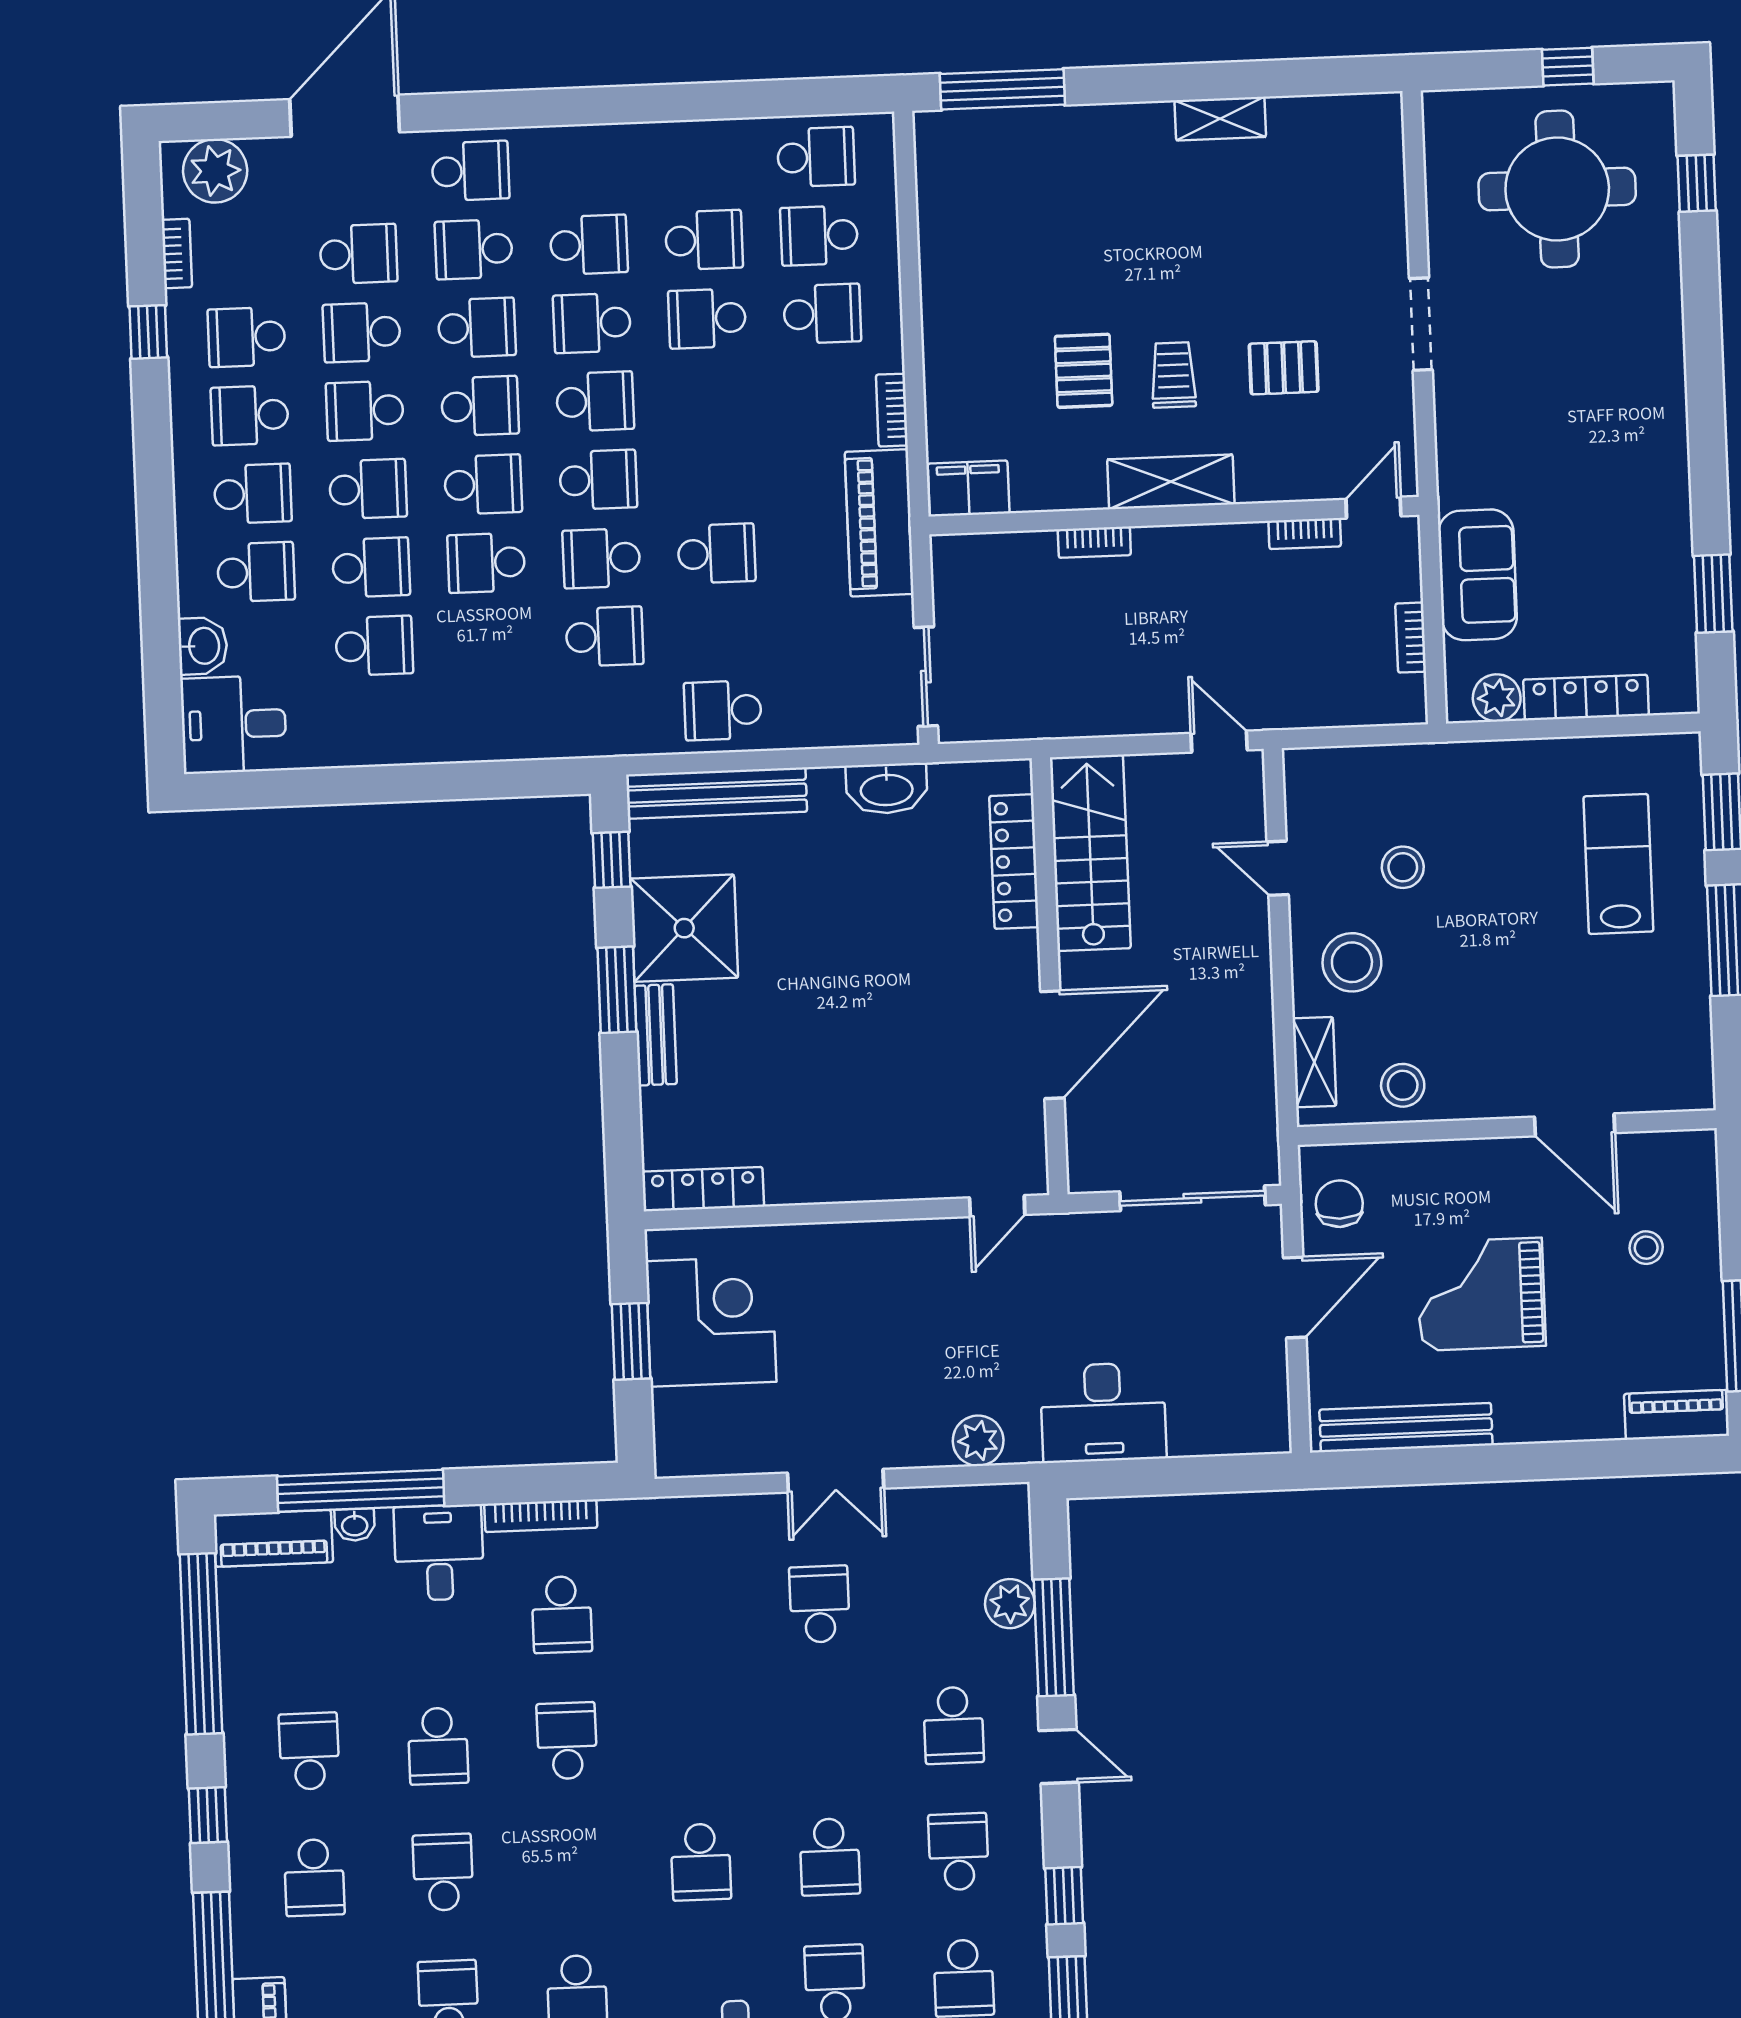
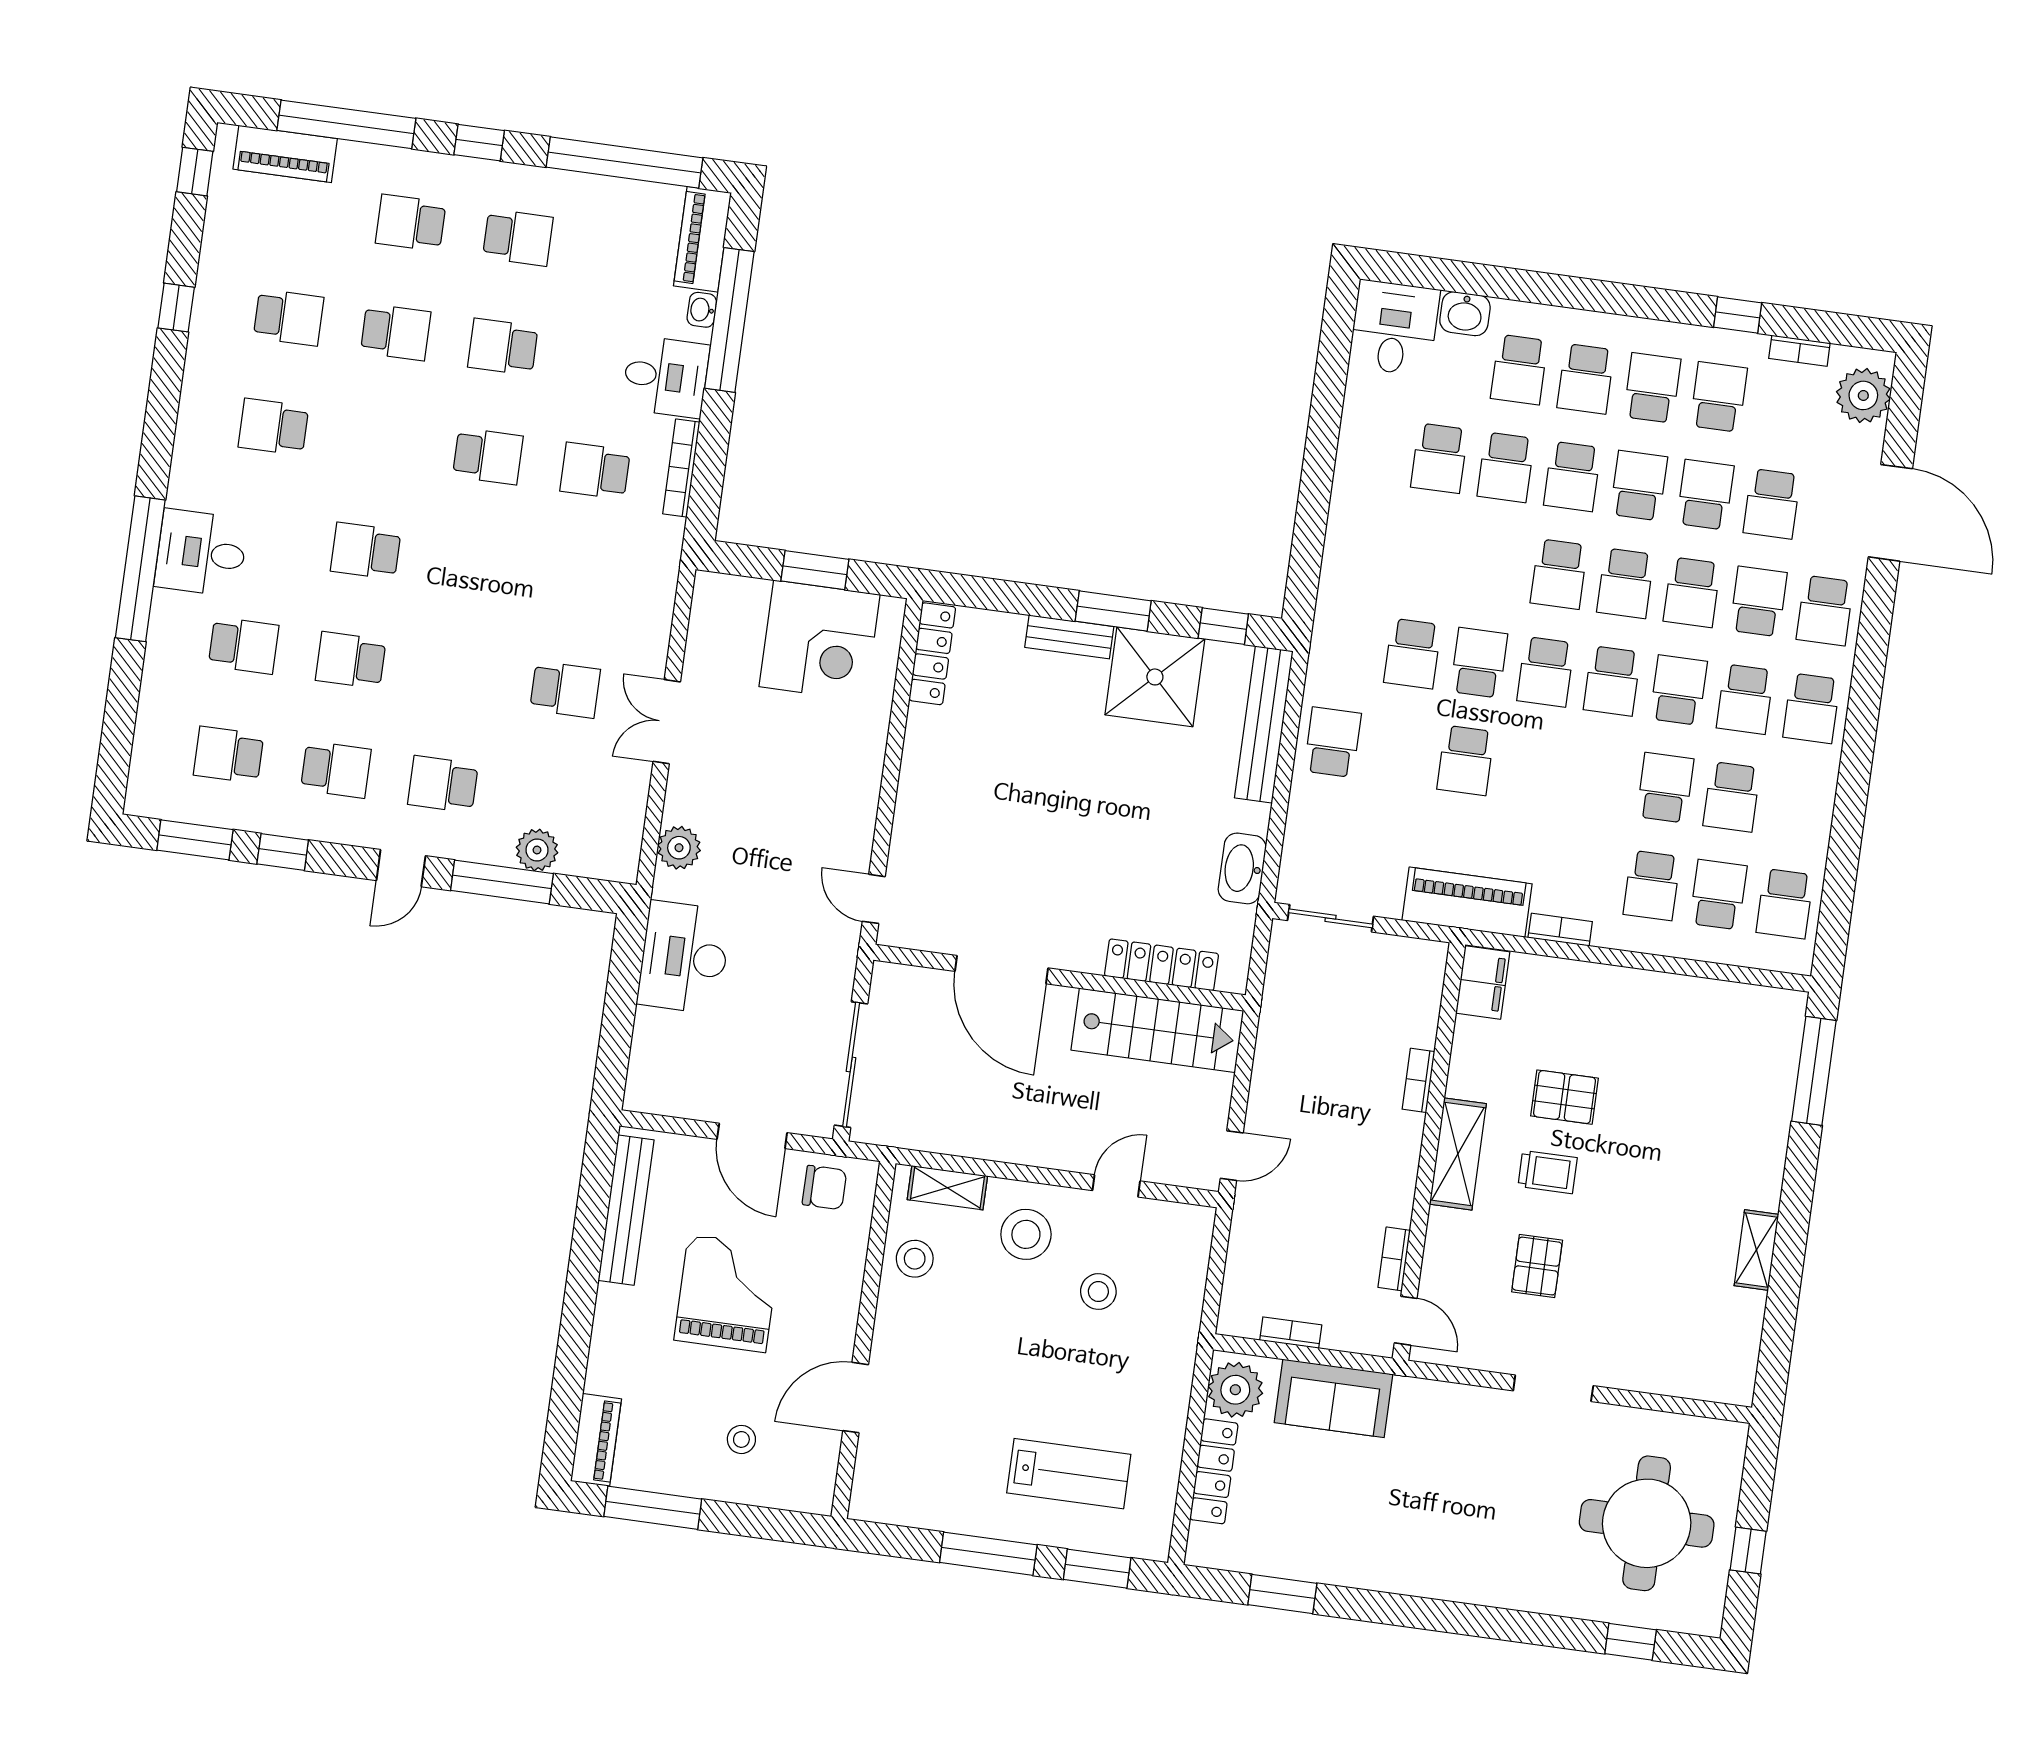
school desk: (486, 563) -> (1812, 708), moved, turned 180
plant: (1497, 698) -> (1235, 1390), width x1.36, depth x1.36

